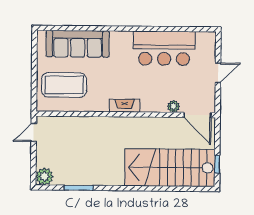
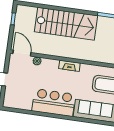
bar counter: (164, 48) -> (54, 103), moved
stairs: (170, 168) -> (66, 24), moved

